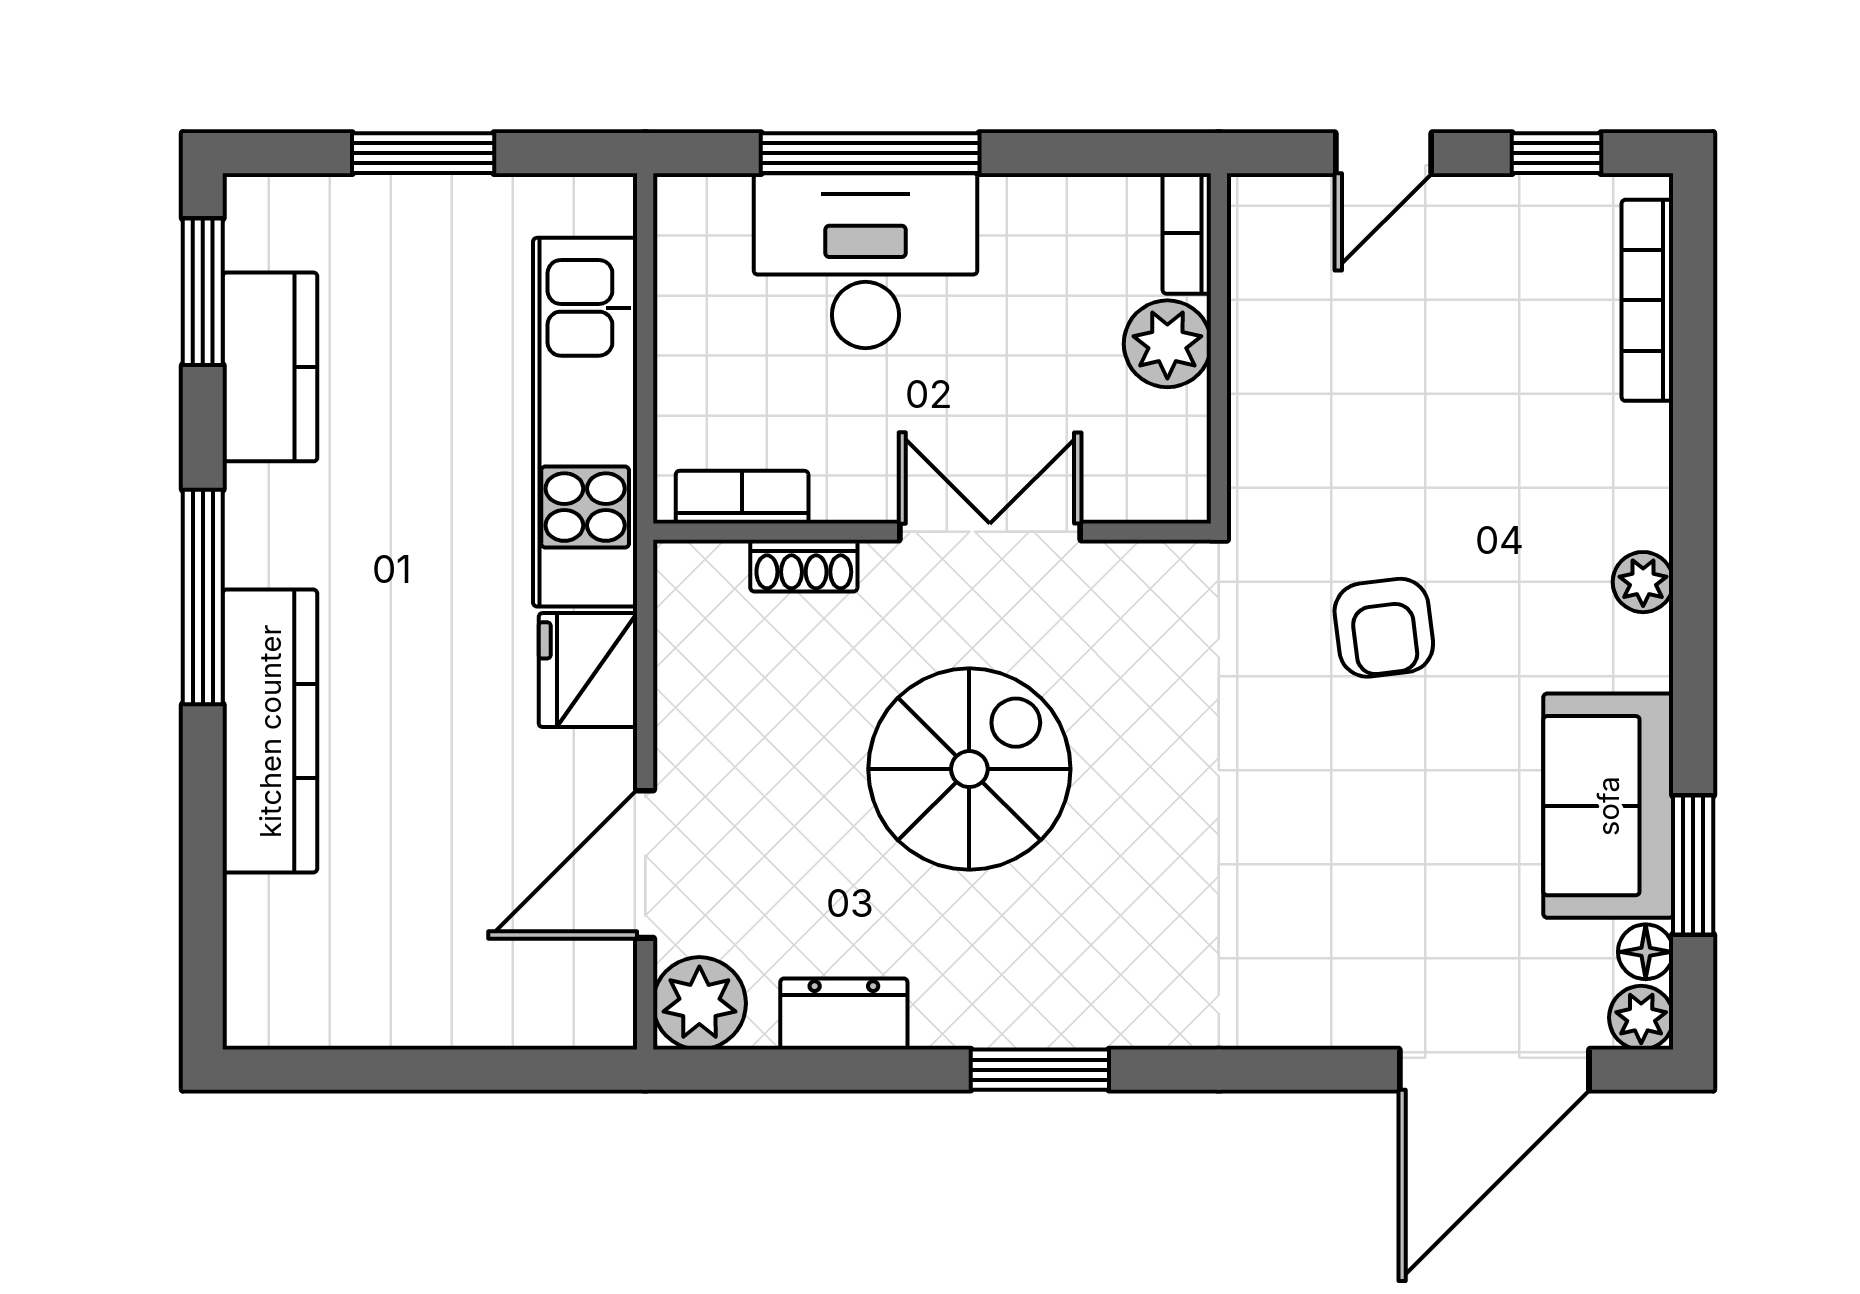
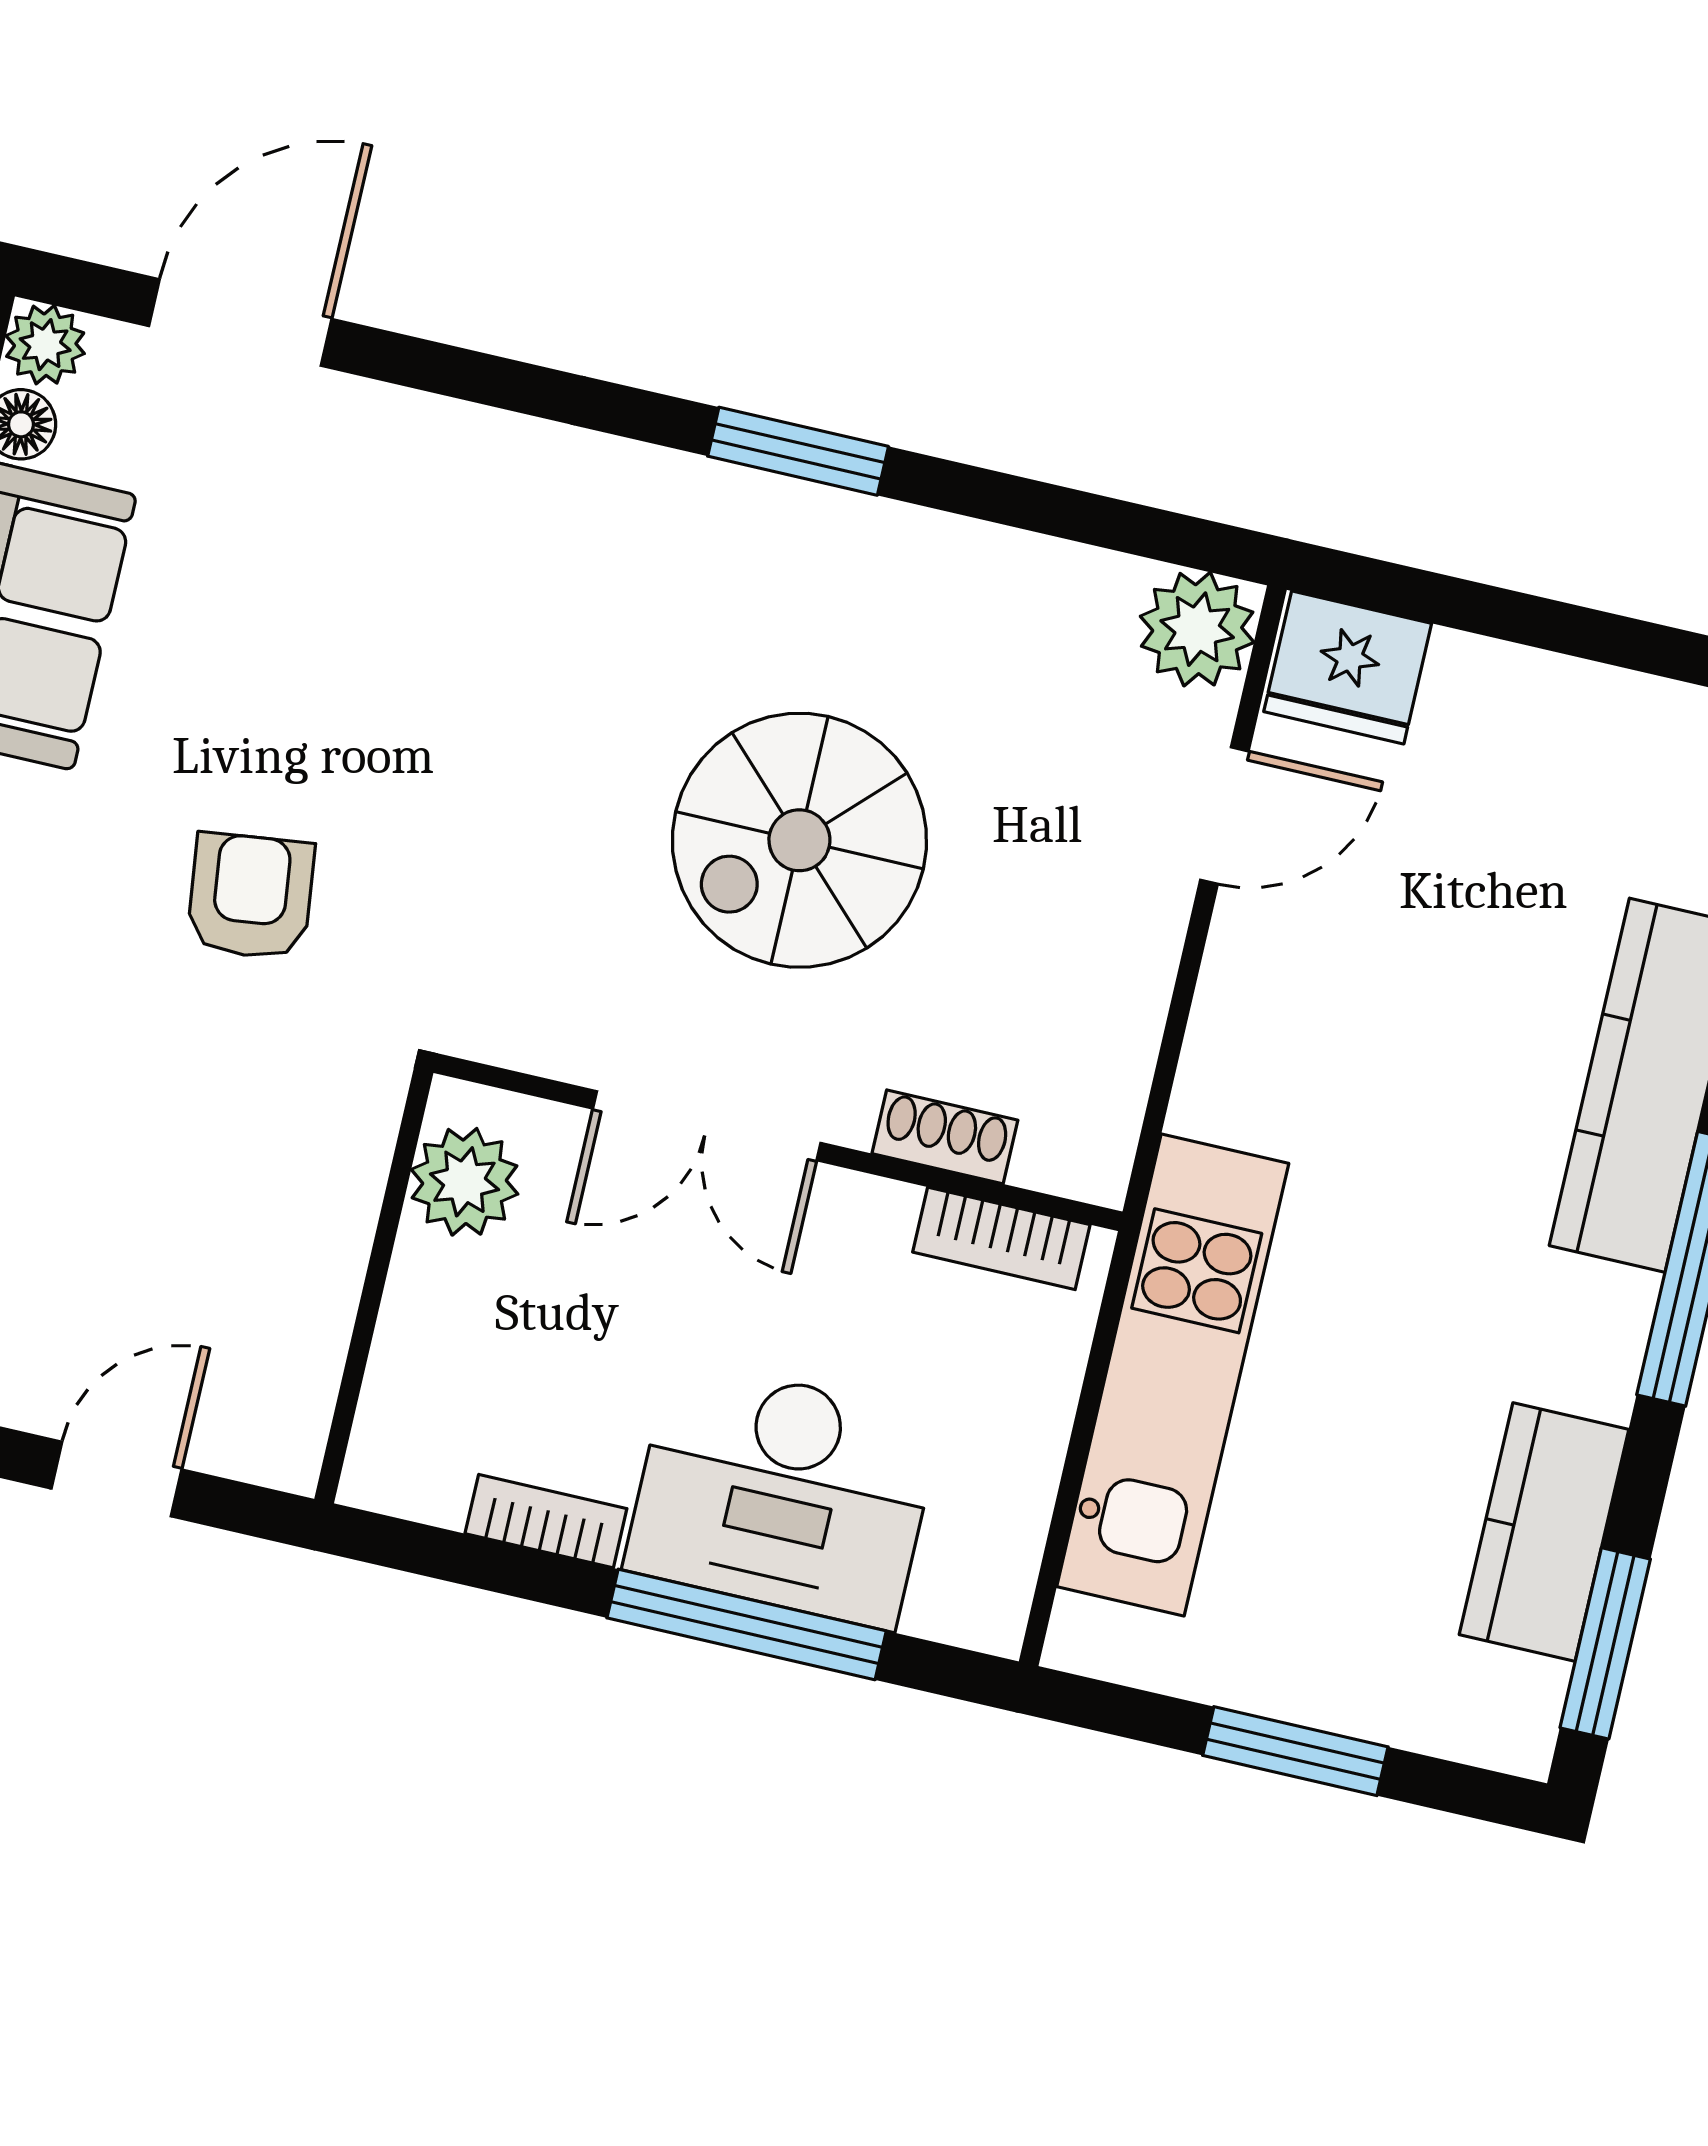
bookcase: (1187, 233) -> (546, 1521), moved, turned -90
plant: (1167, 344) -> (464, 1182), moved
fridge: (588, 670) -> (1348, 668), moved, turned 90
door: (645, 864) -> (1224, 816), width x0.73
dresser: (844, 1014) -> (1023, 575), removed
door: (1494, 1070) -> (240, 323), width x0.73

